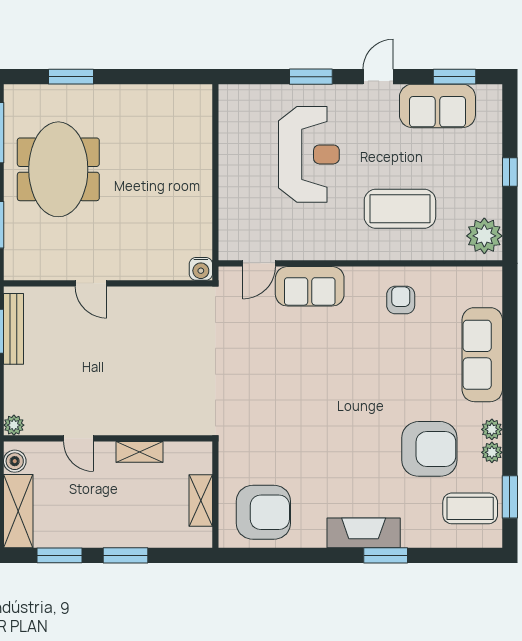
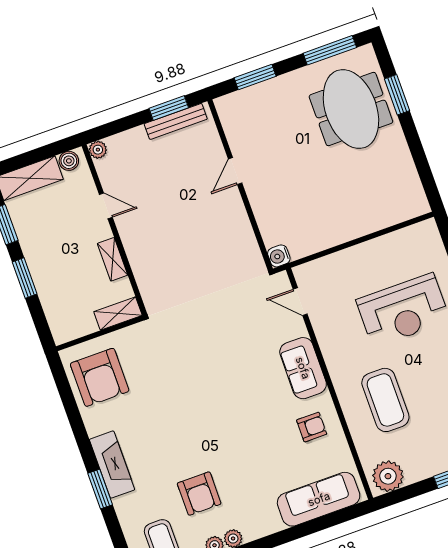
meeting table: (58, 169) -> (351, 109), moved, turned 90
sofa: (310, 286) -> (303, 368), moved
sofa: (482, 355) -> (319, 499), moved
door: (78, 438) -> (106, 206), swing flipped
armchair: (429, 449) -> (199, 494), width x0.73, depth x0.73
shelving: (201, 500) -> (118, 314), moved

